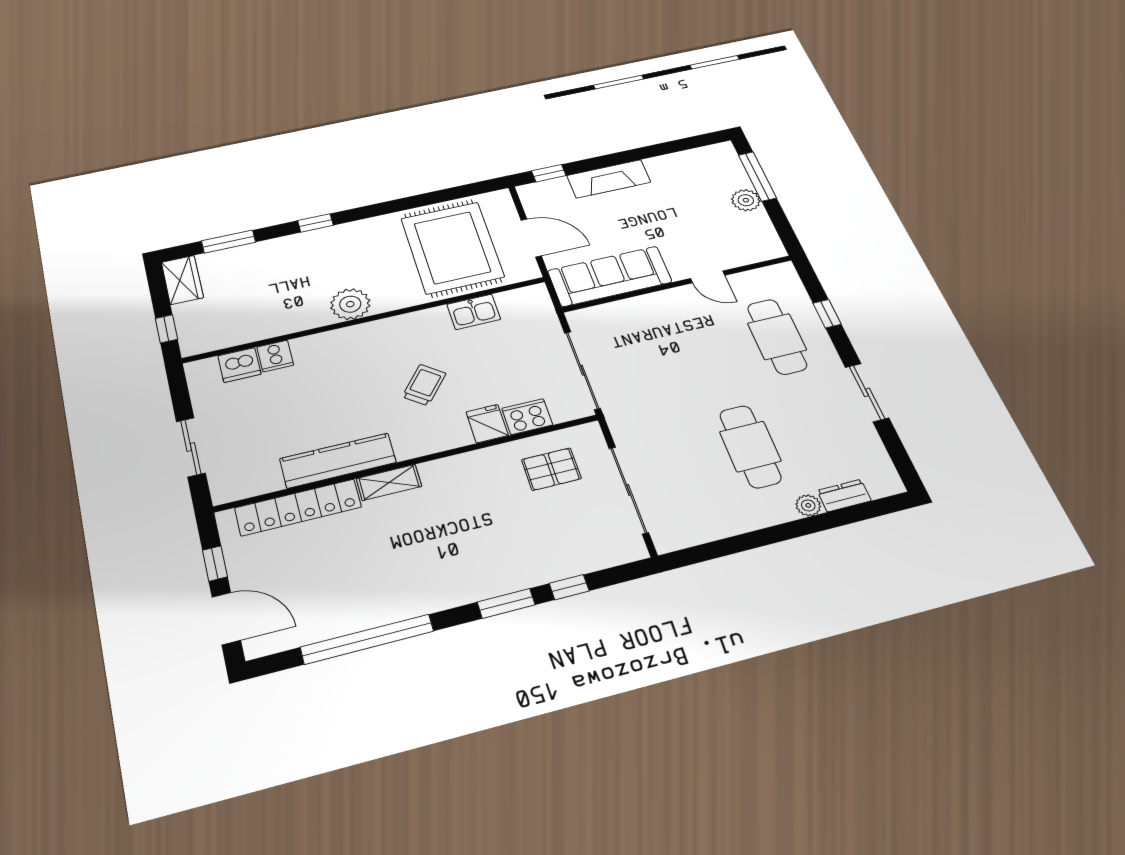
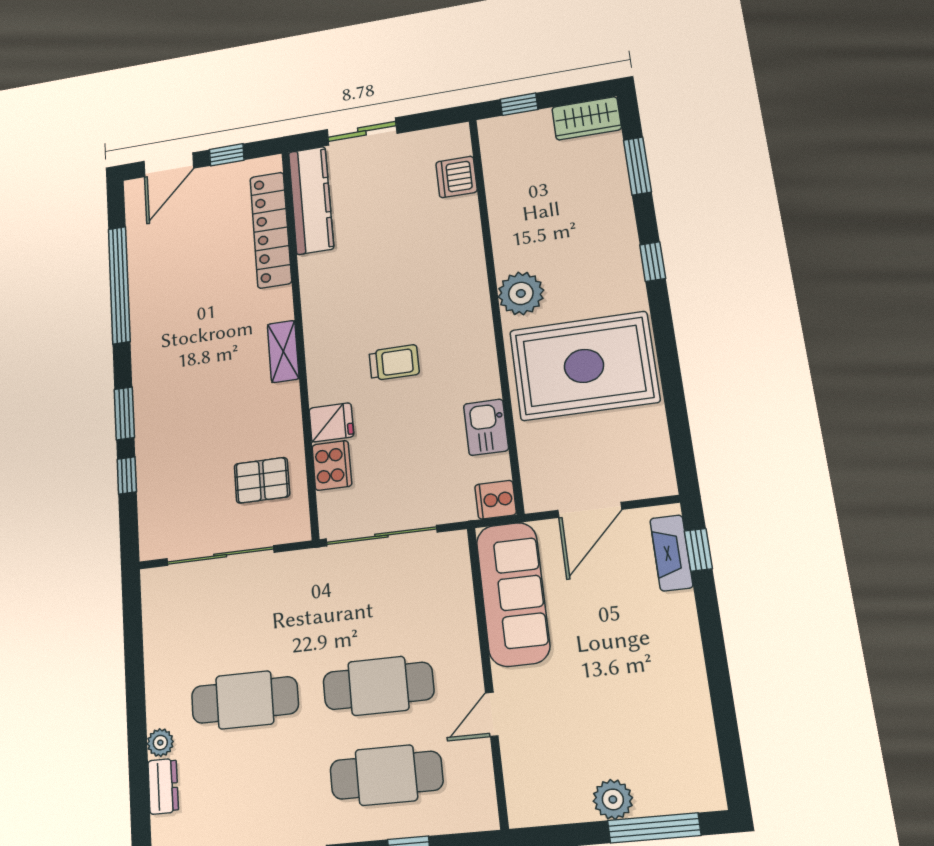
fireplace: (609, 179) -> (671, 553), moved, width x0.73, depth x0.76
rug: (452, 247) -> (584, 366), moved
cafe table: (708, 353) -> (378, 686), added
cooker: (275, 356) -> (496, 500), moved
trolley: (424, 385) -> (394, 363), turned -39
kitchen counter: (338, 461) -> (311, 200), moved
pallet: (551, 469) -> (262, 480), turned 90
shelving: (389, 482) -> (283, 351), moved

